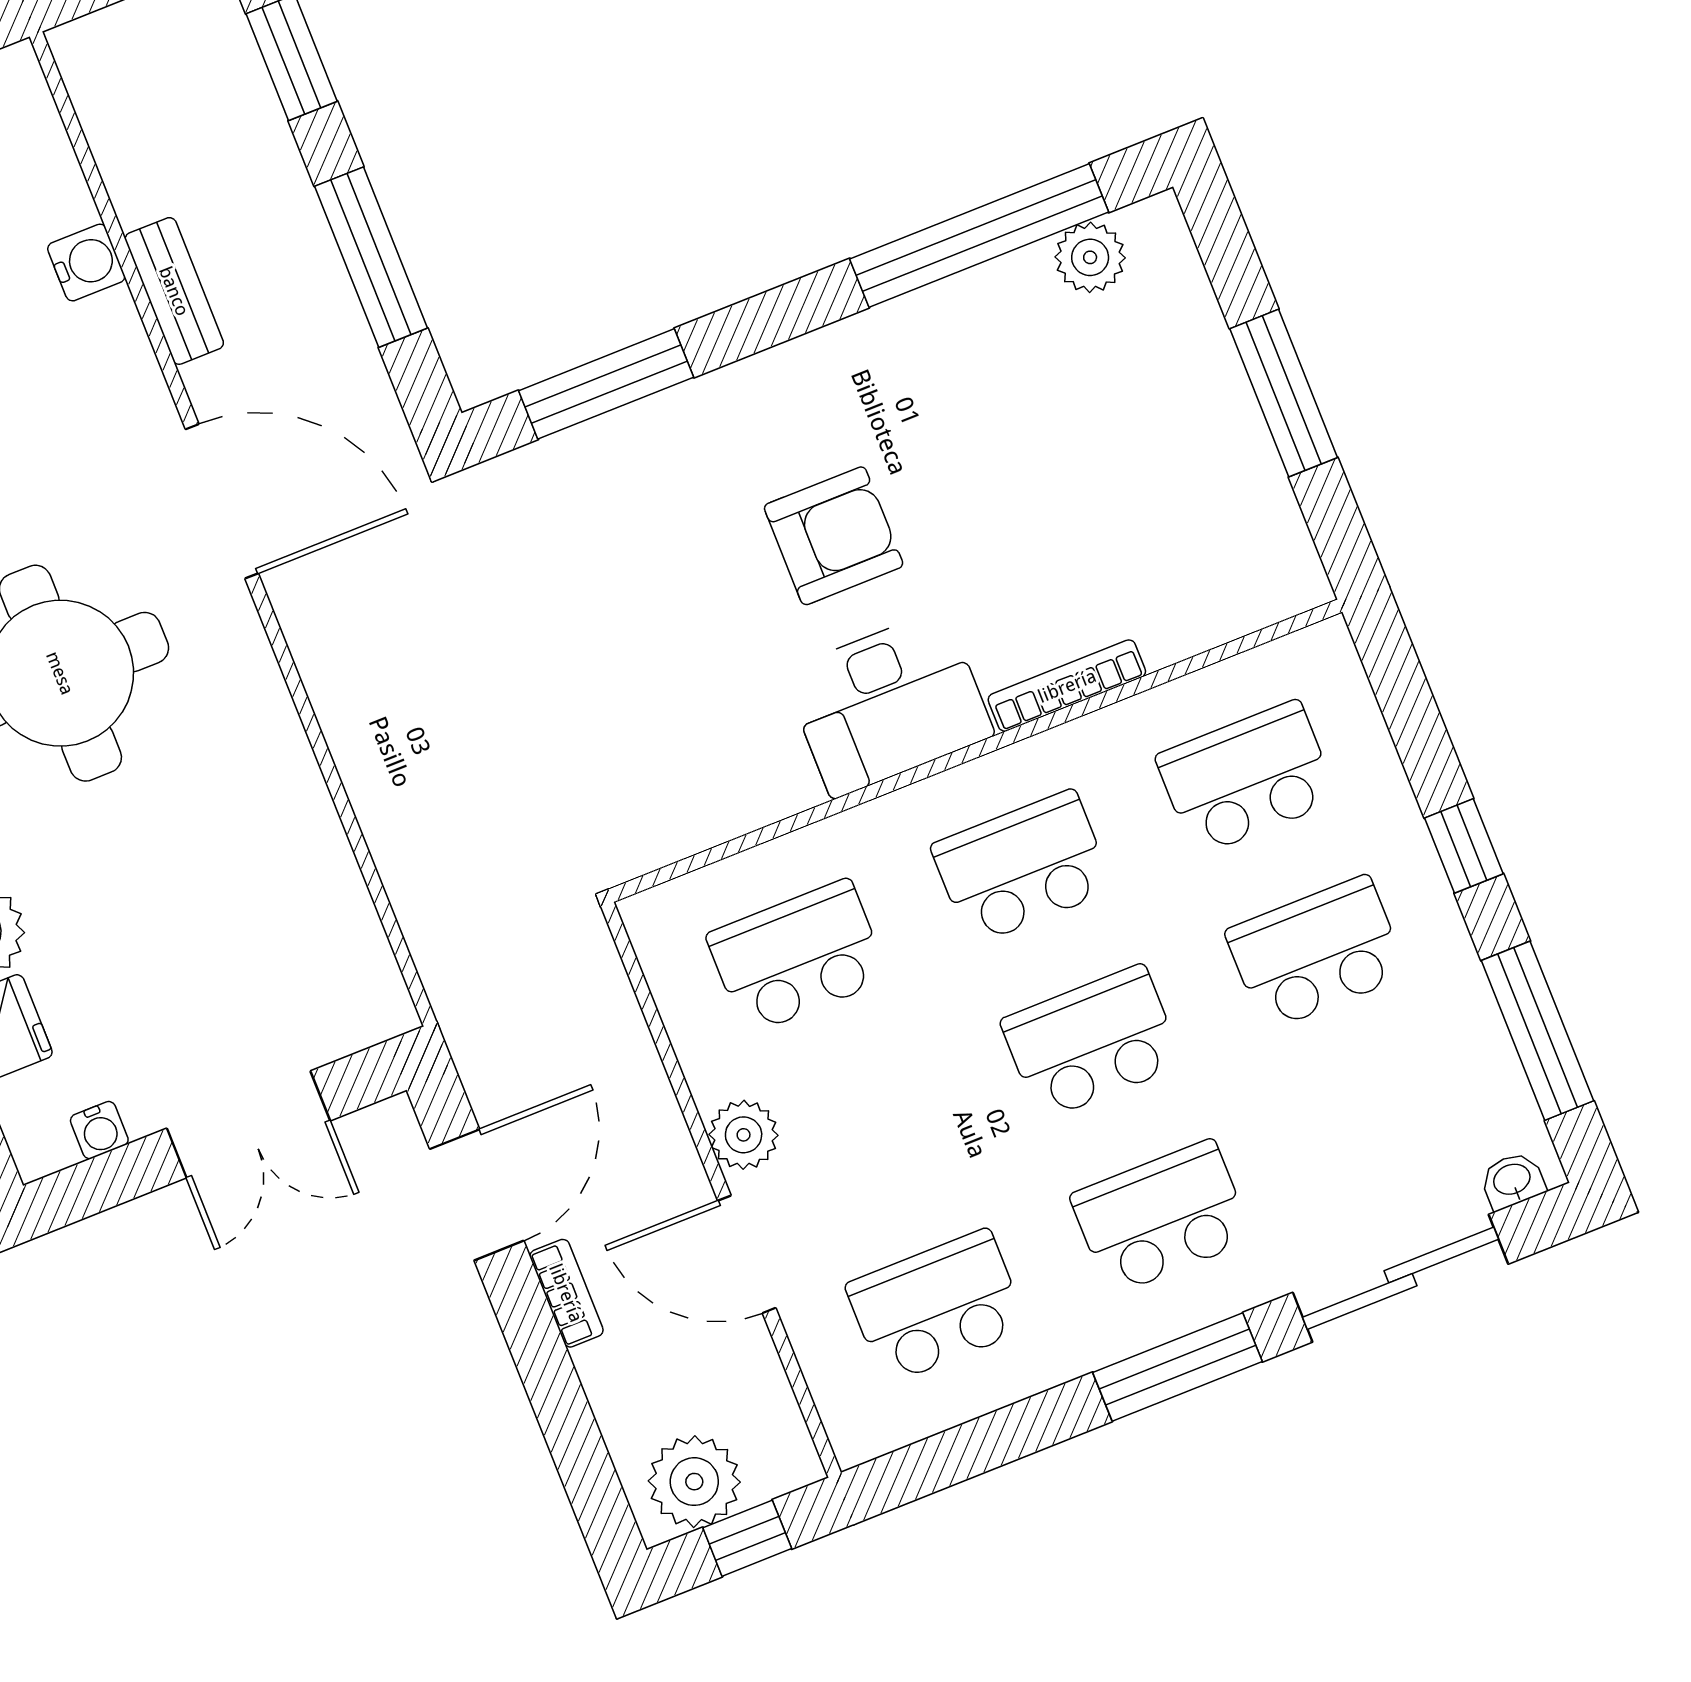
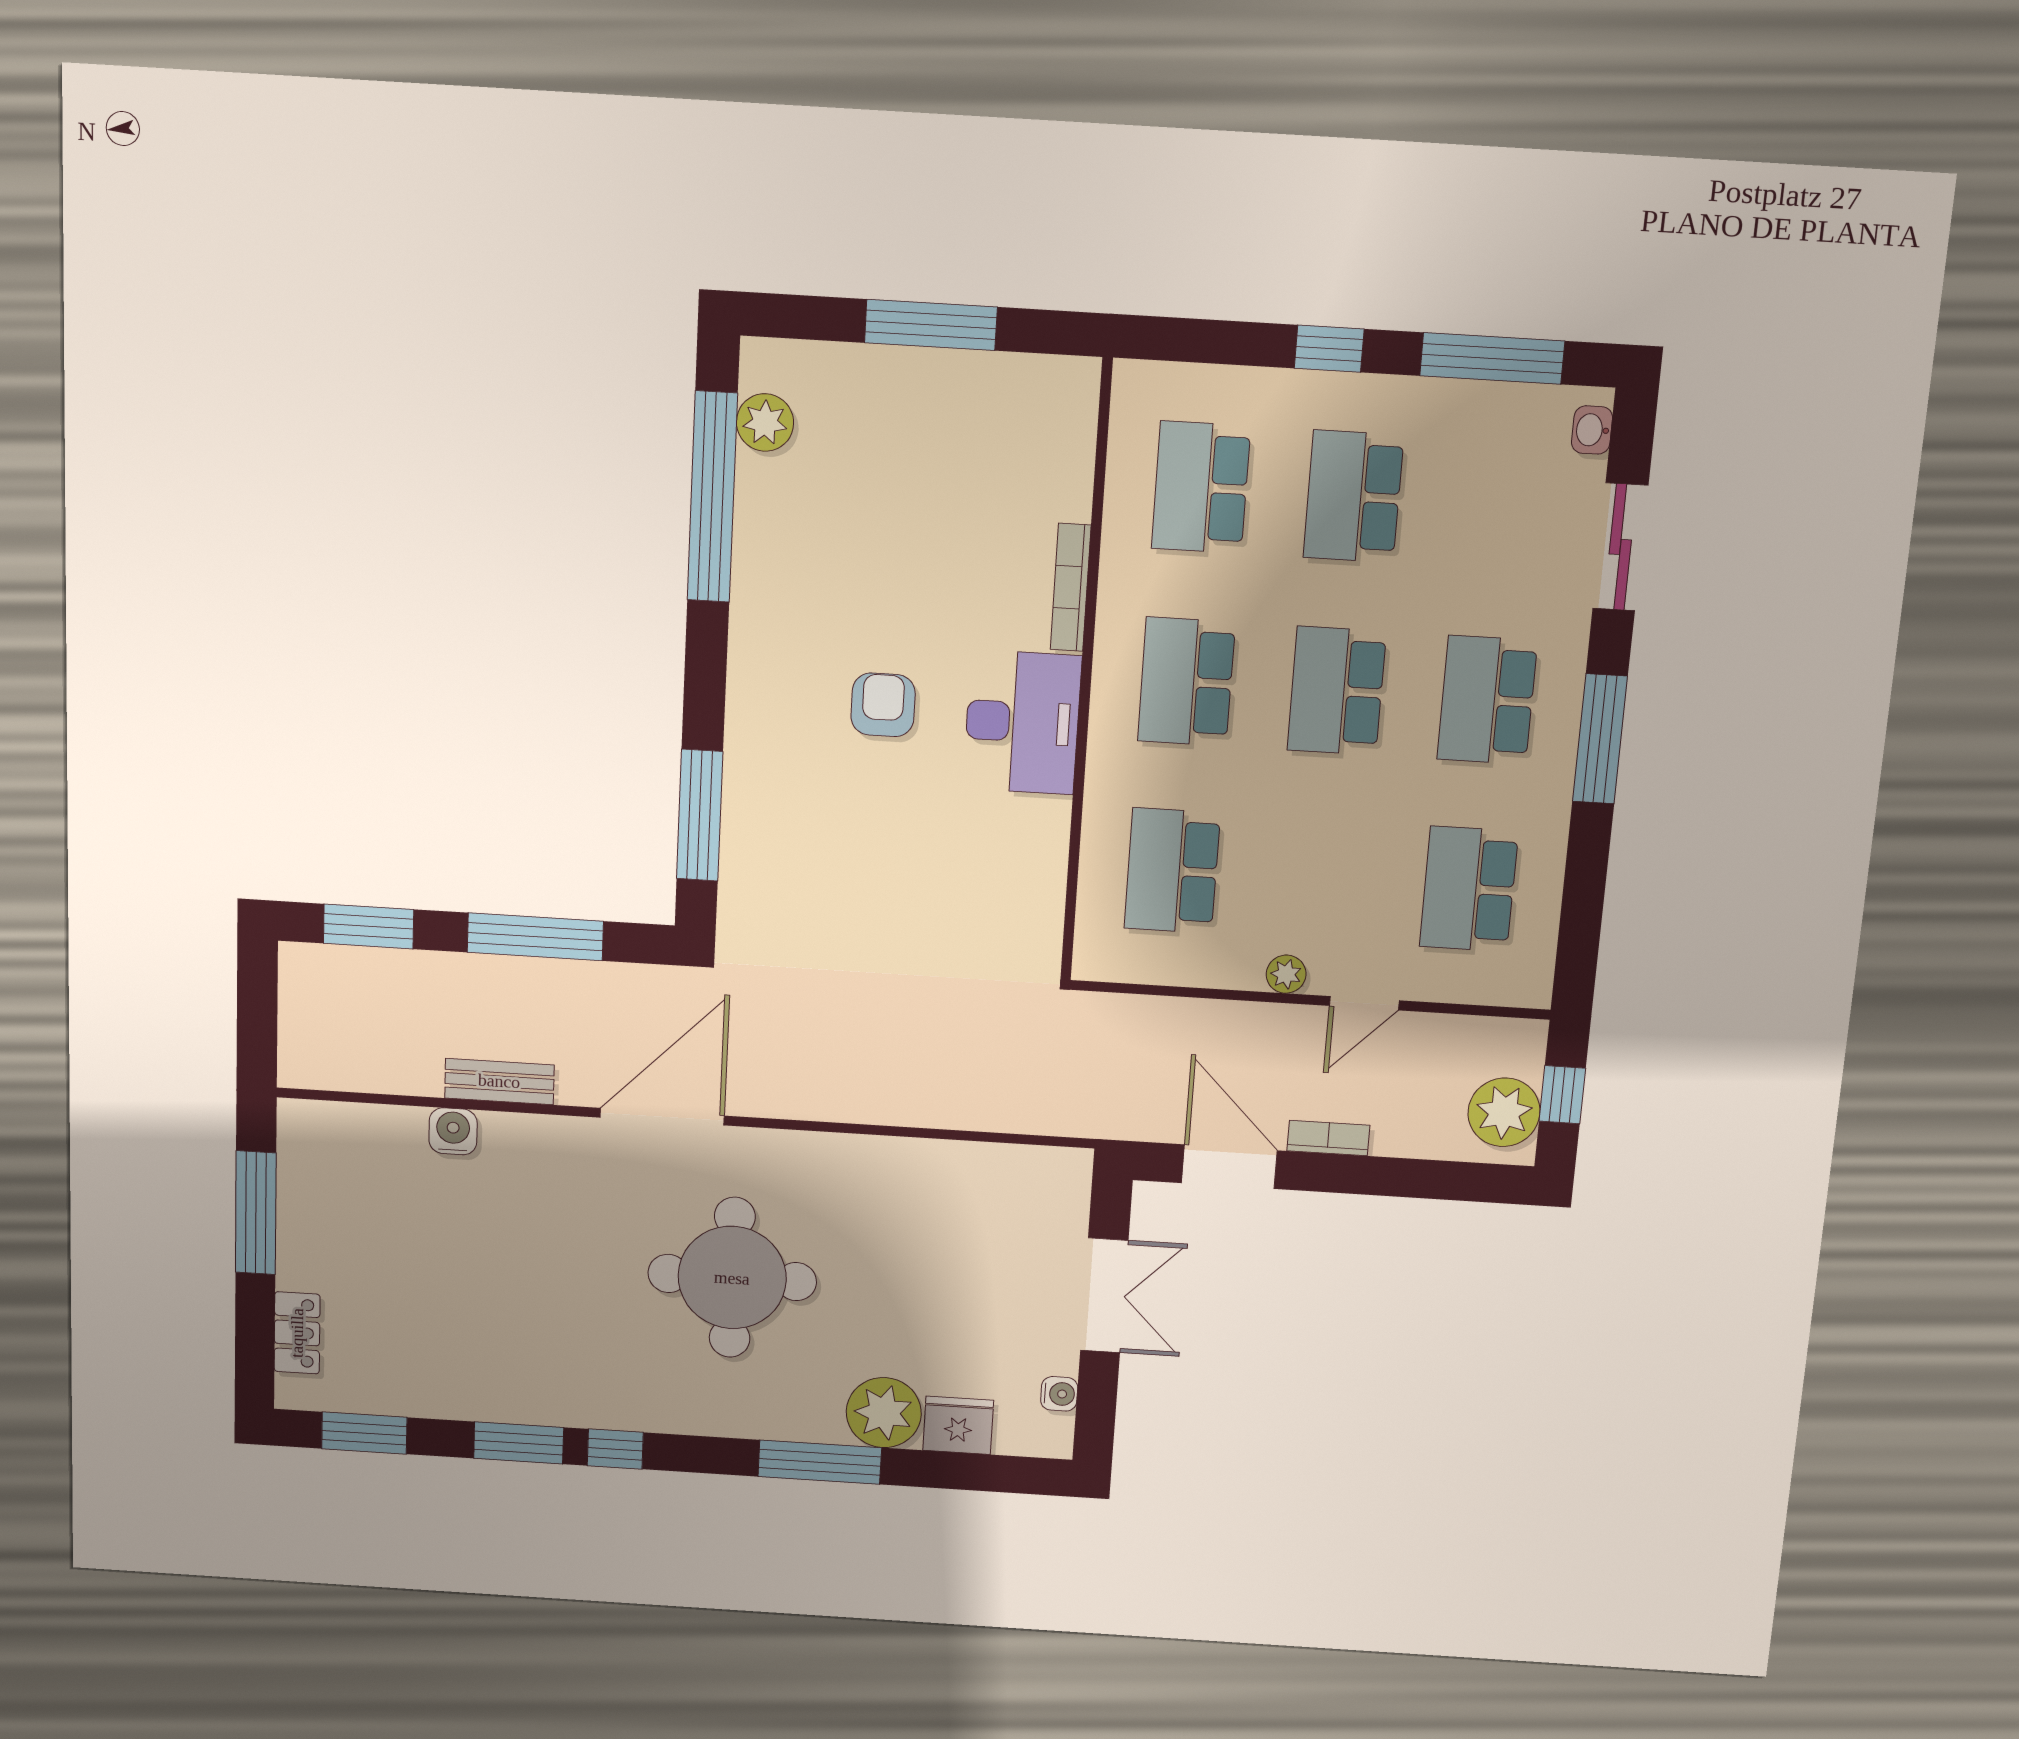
armchair: (834, 536) -> (883, 705), width x0.72, depth x0.72
plant: (744, 1135) -> (1286, 974), width x0.73, depth x0.73
door: (747, 1254) -> (1364, 1003), width x0.73
sliding door: (1400, 1278) -> (1620, 547), width x0.73

